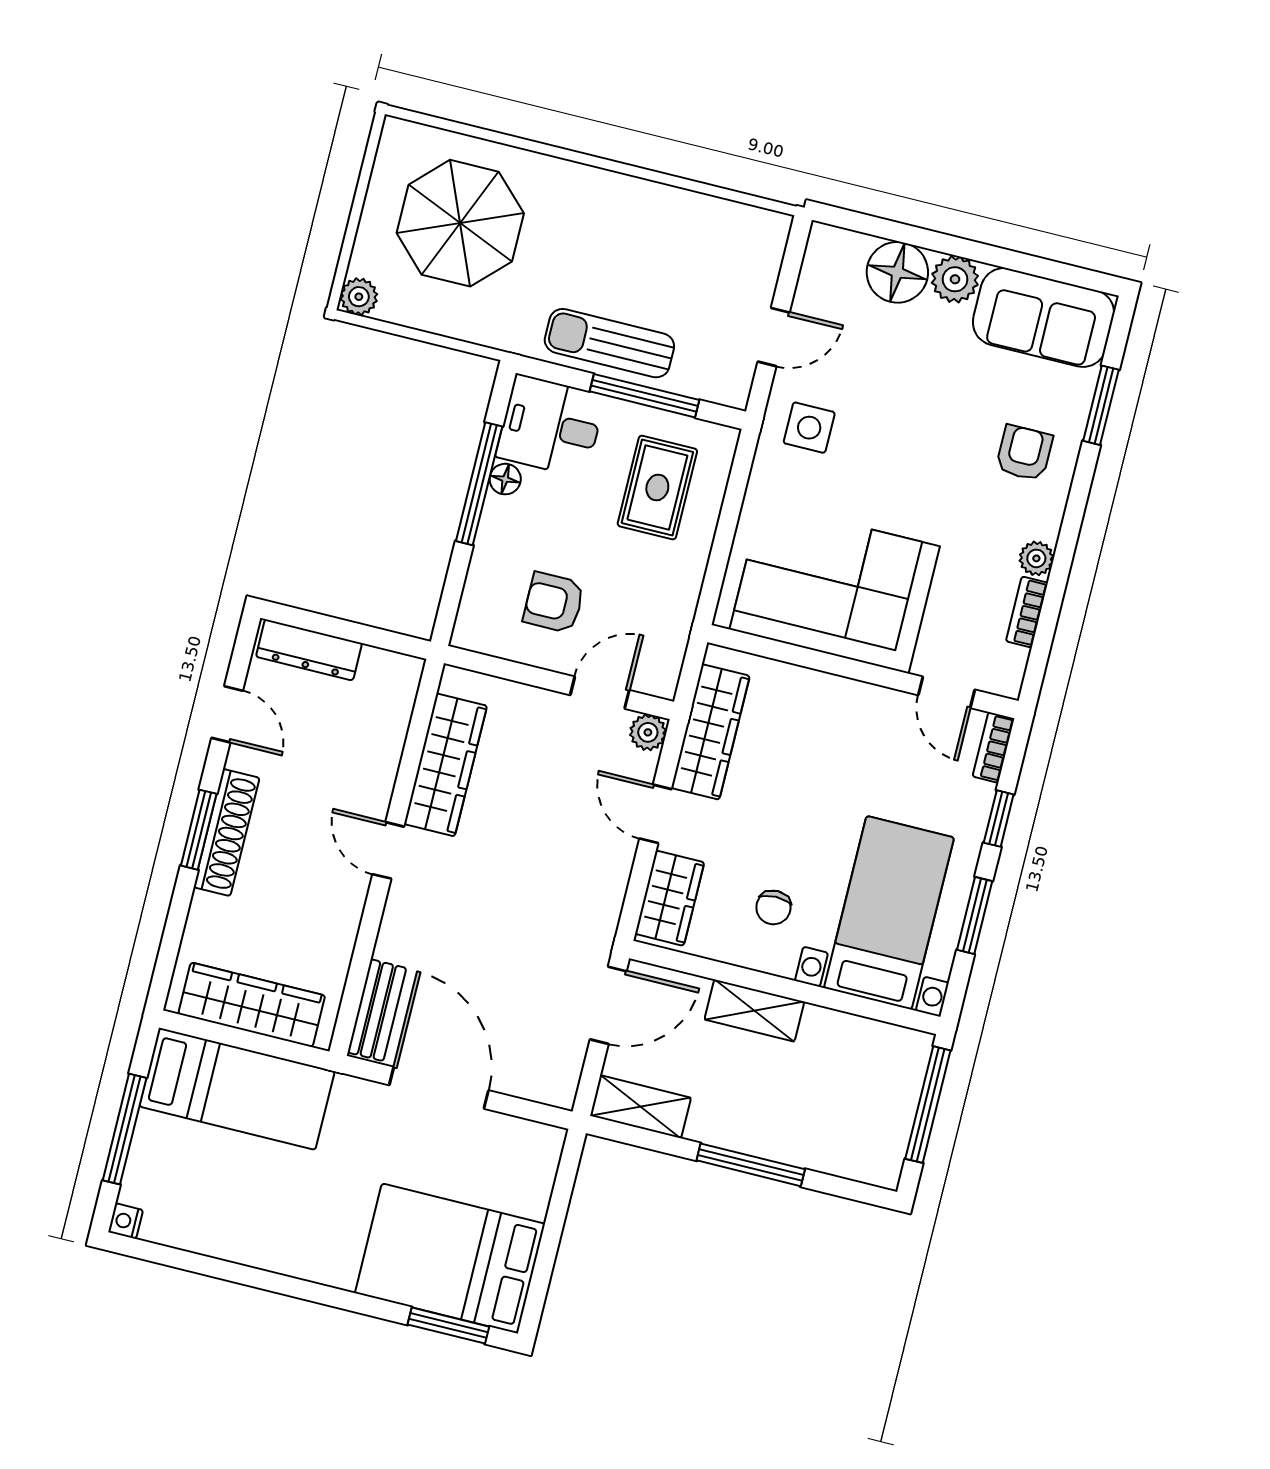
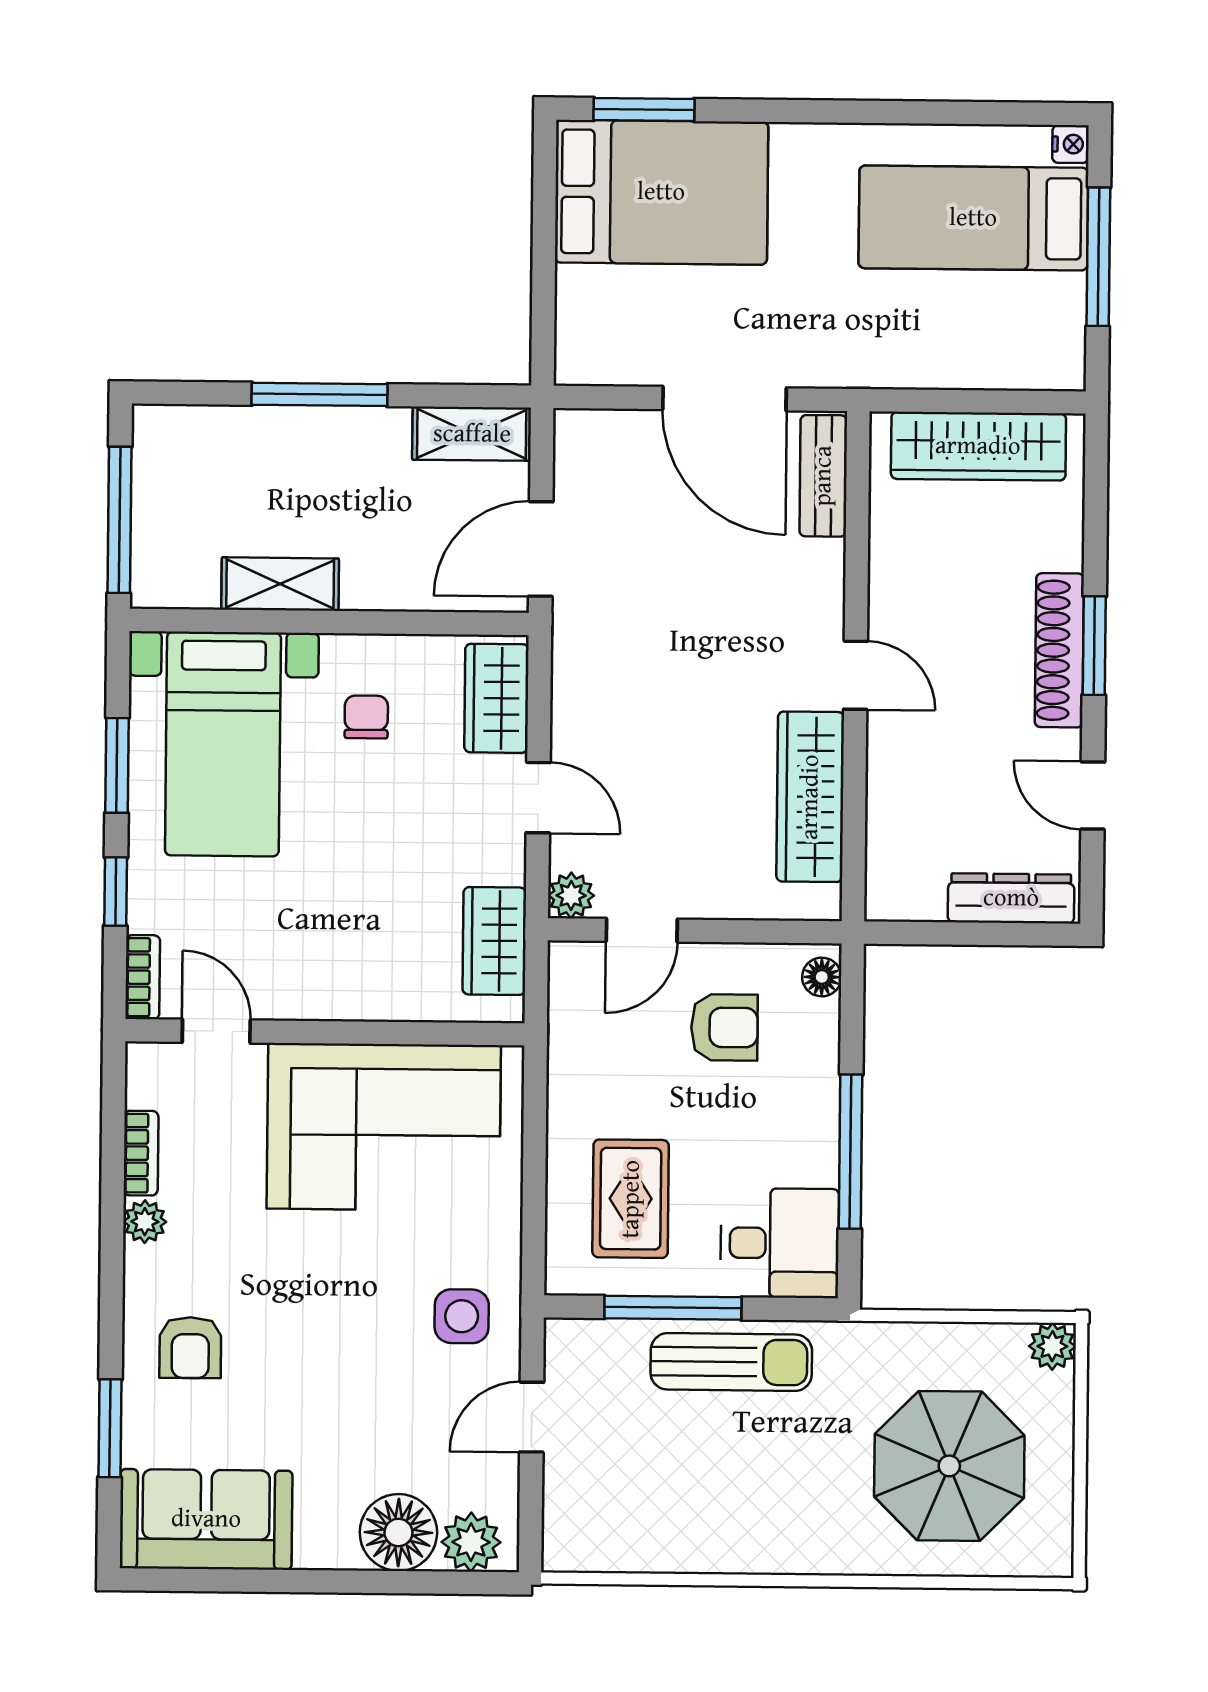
plant: (955, 279) -> (471, 1542), moved
floor lamp: (505, 479) -> (822, 977), moved
wardrobe: (710, 732) -> (494, 941), width x0.67
shelving: (754, 1011) -> (280, 584), moved
bed: (237, 1089) -> (973, 218), moved

